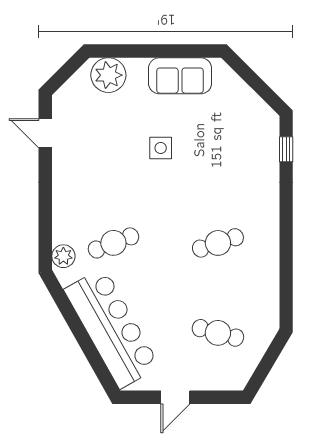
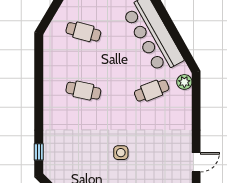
door: (45, 133) -> (196, 162), hinge flipped
cafe table: (218, 243) -> (83, 91), turned 30

